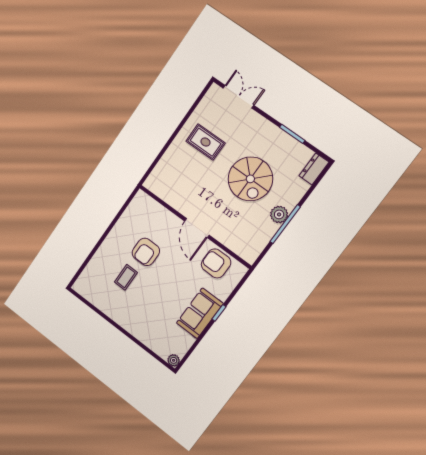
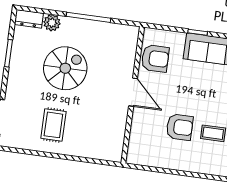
plant: (279, 214) -> (52, 23), moved
door: (197, 228) -> (133, 92), hinge flipped
armchair: (216, 263) -> (155, 58), turned -90

